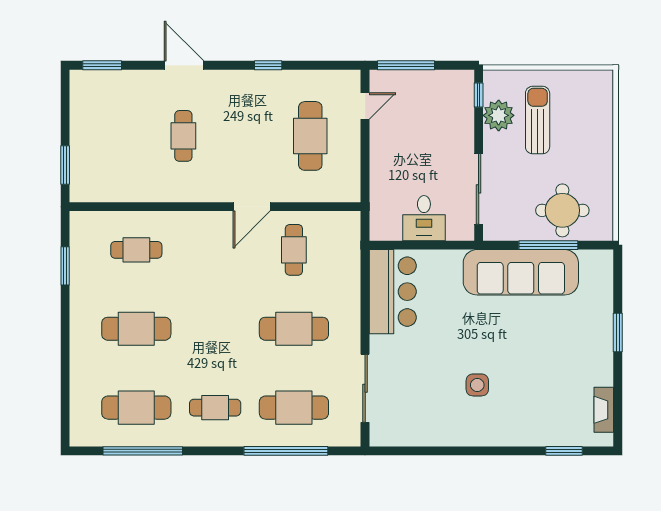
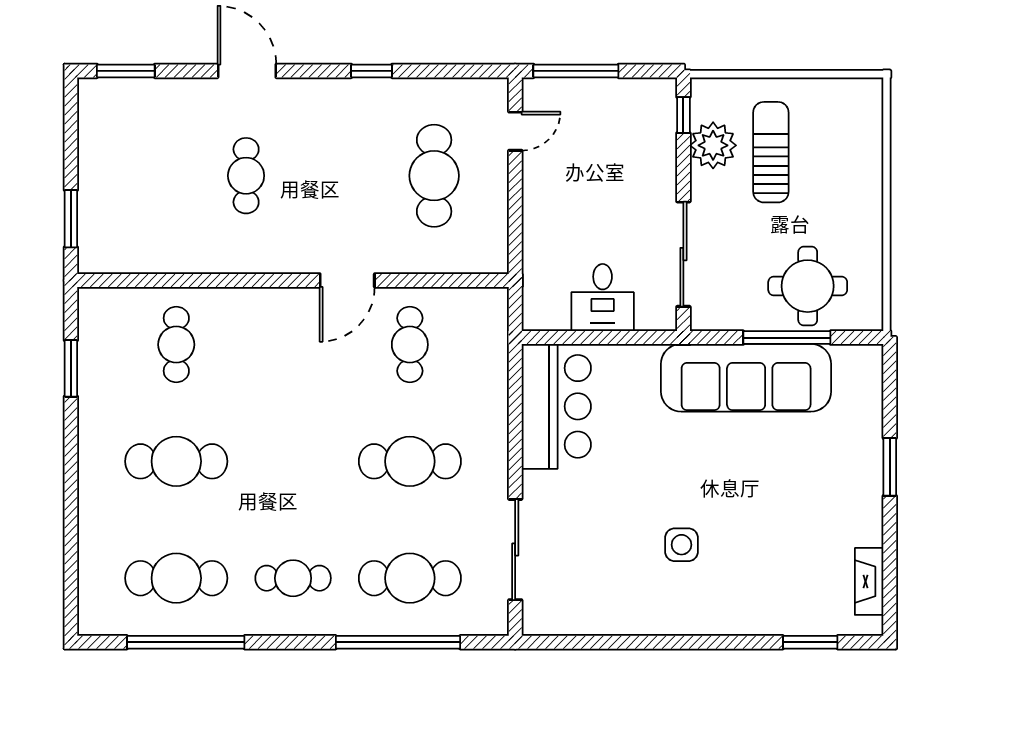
cafe table: (136, 250) -> (176, 345), turned 90

